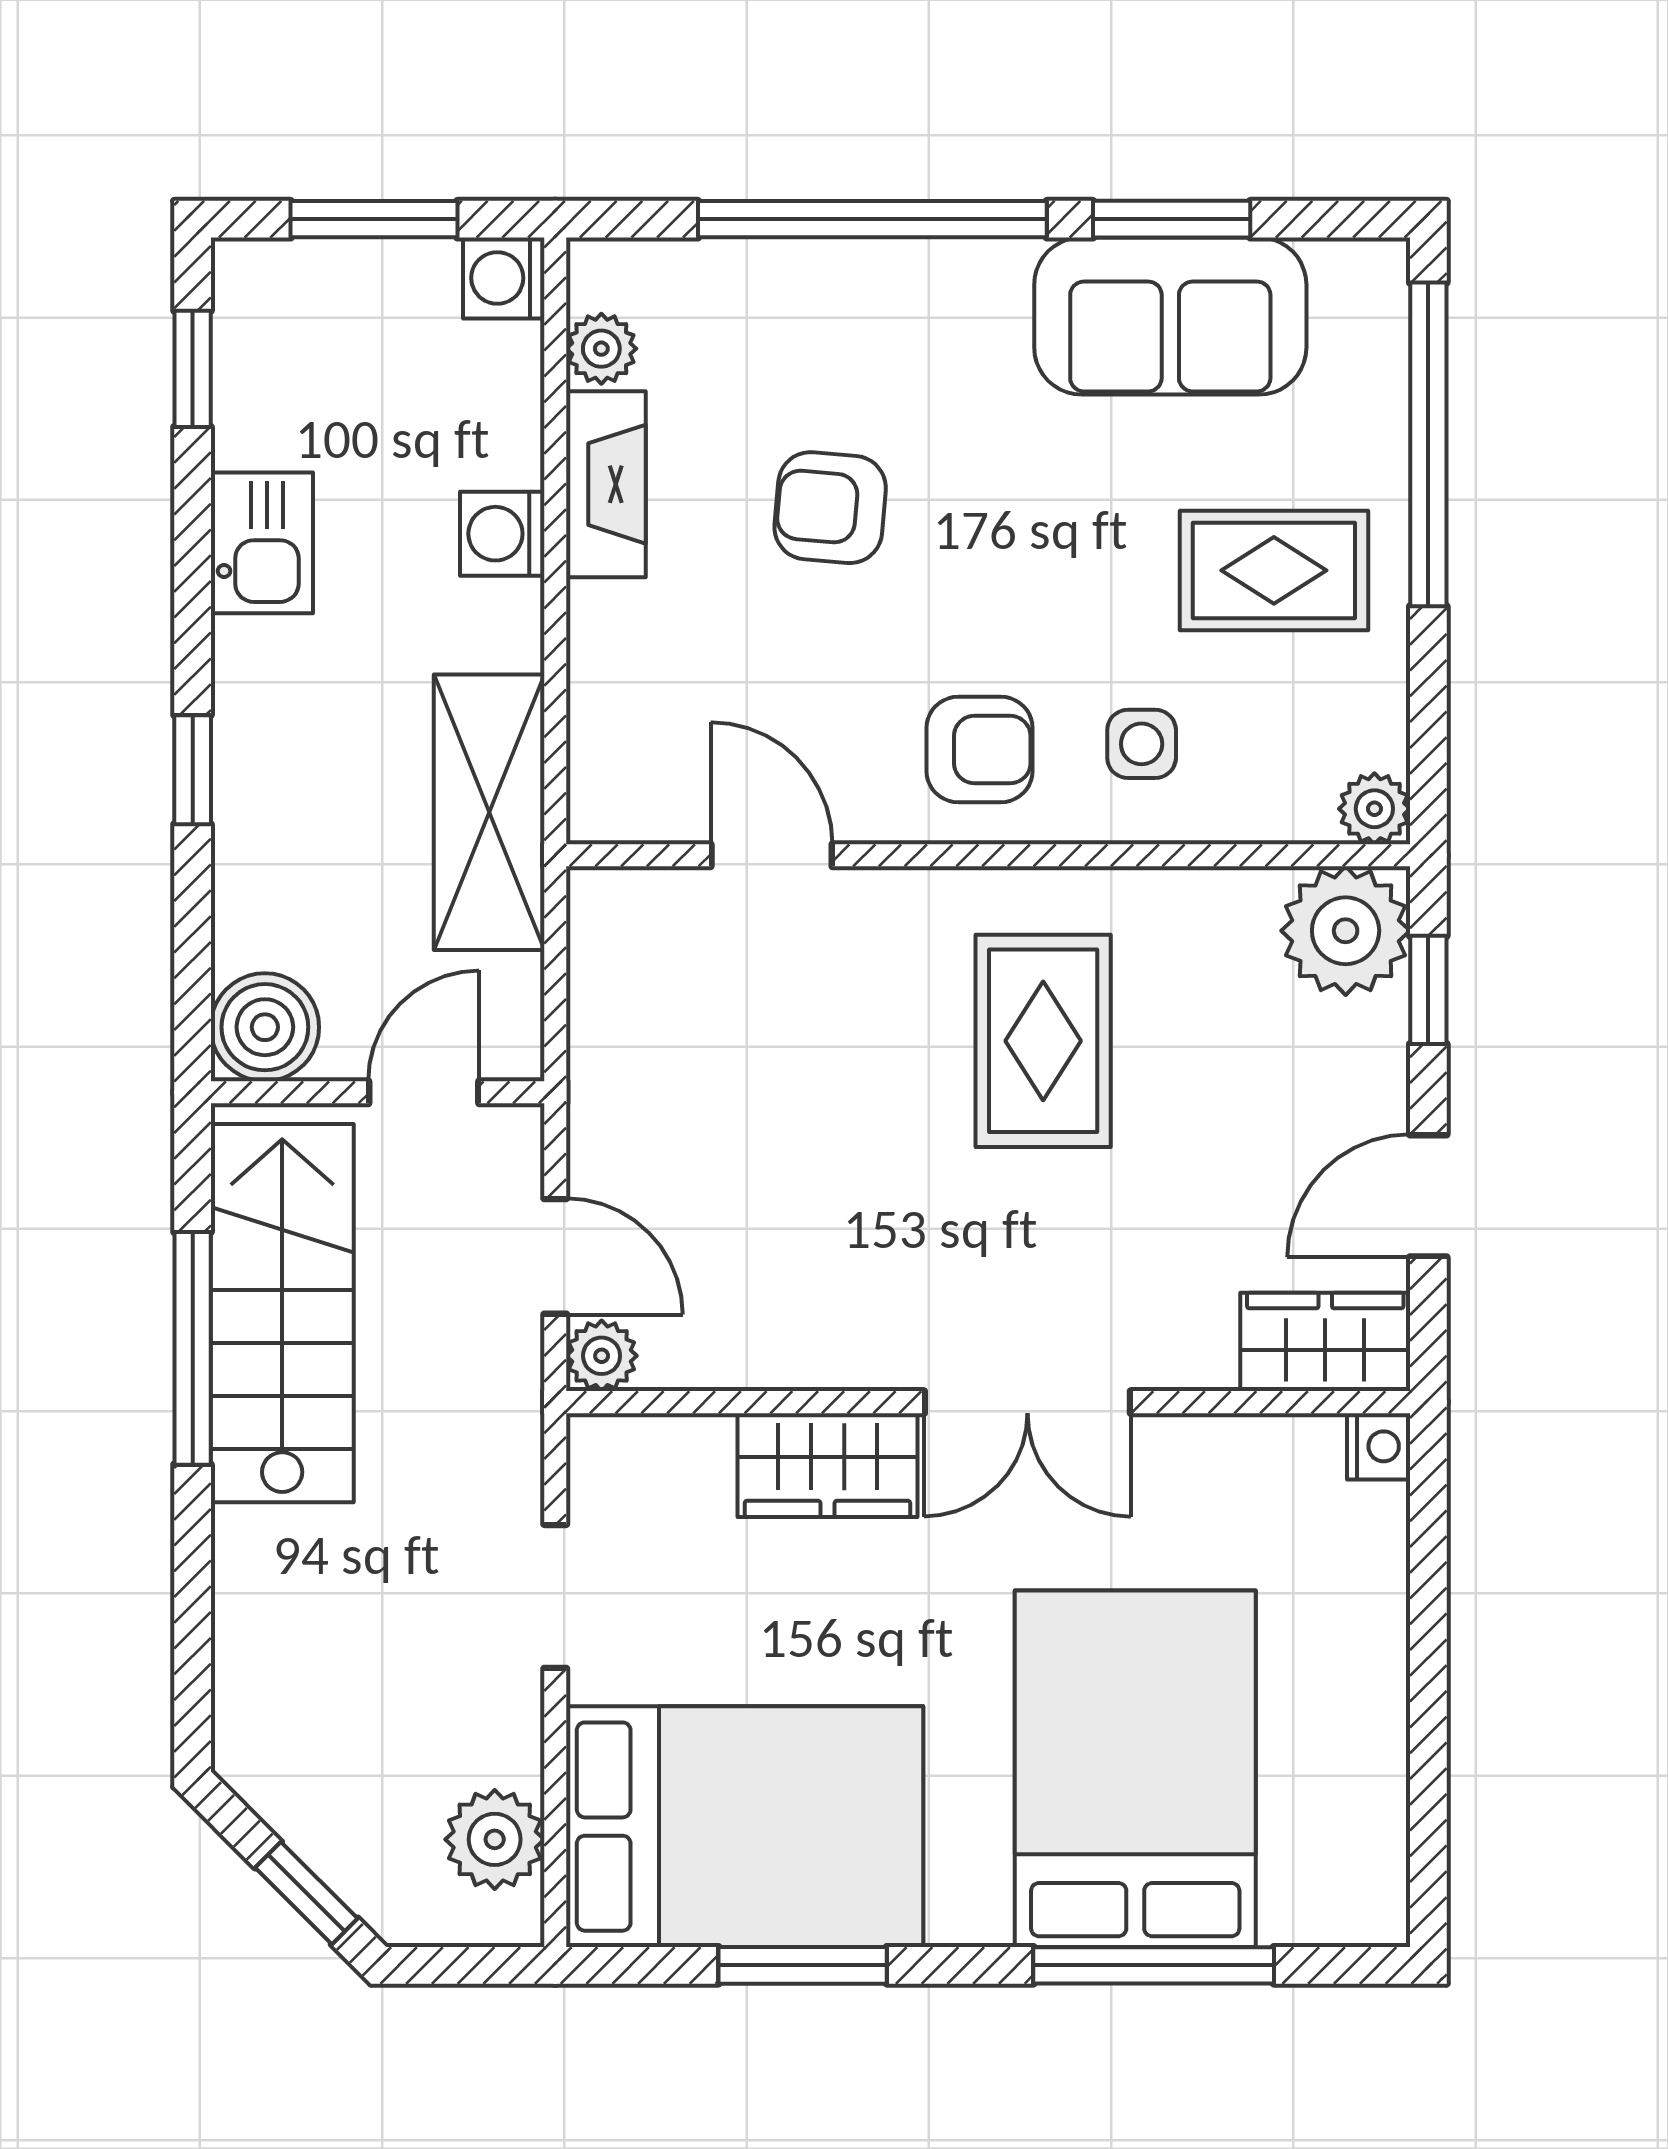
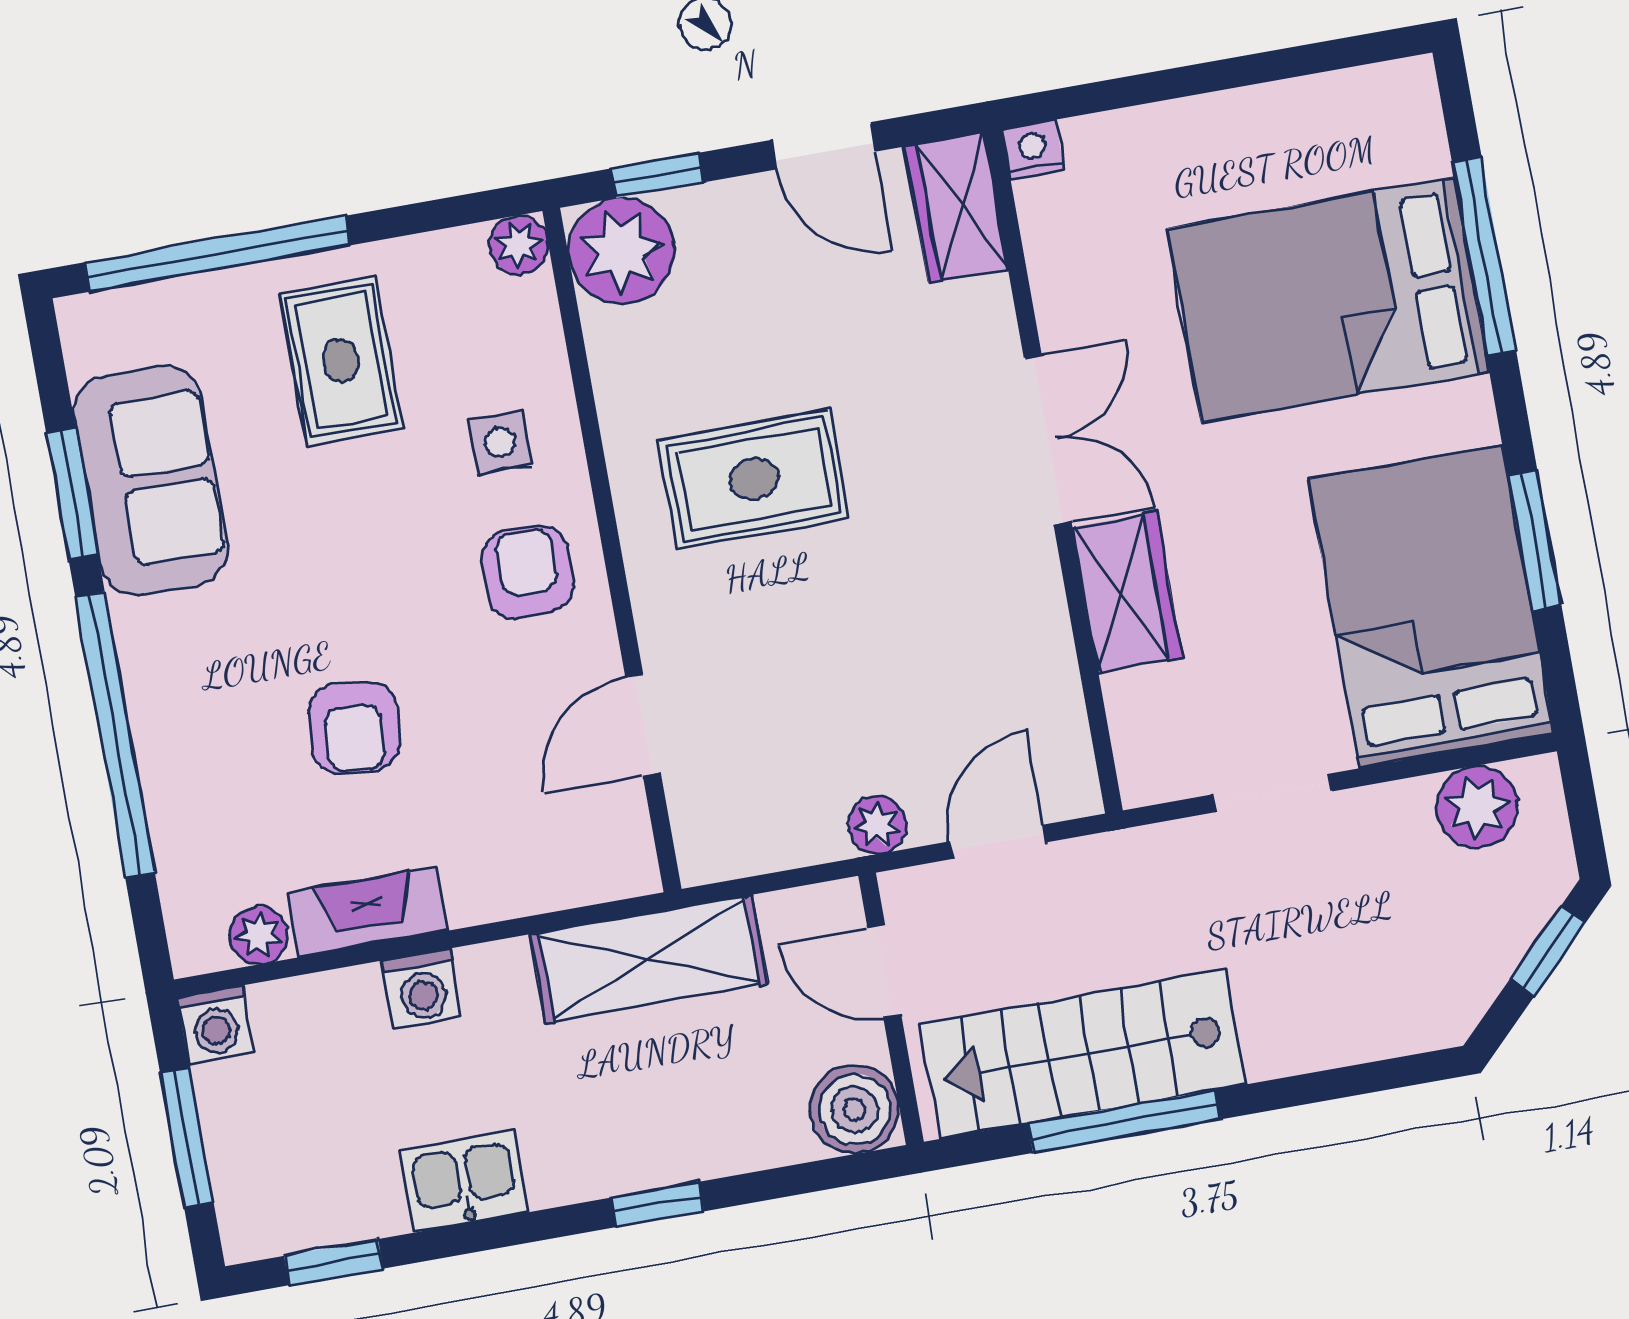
plant: (602, 1356) -> (877, 825), moved

